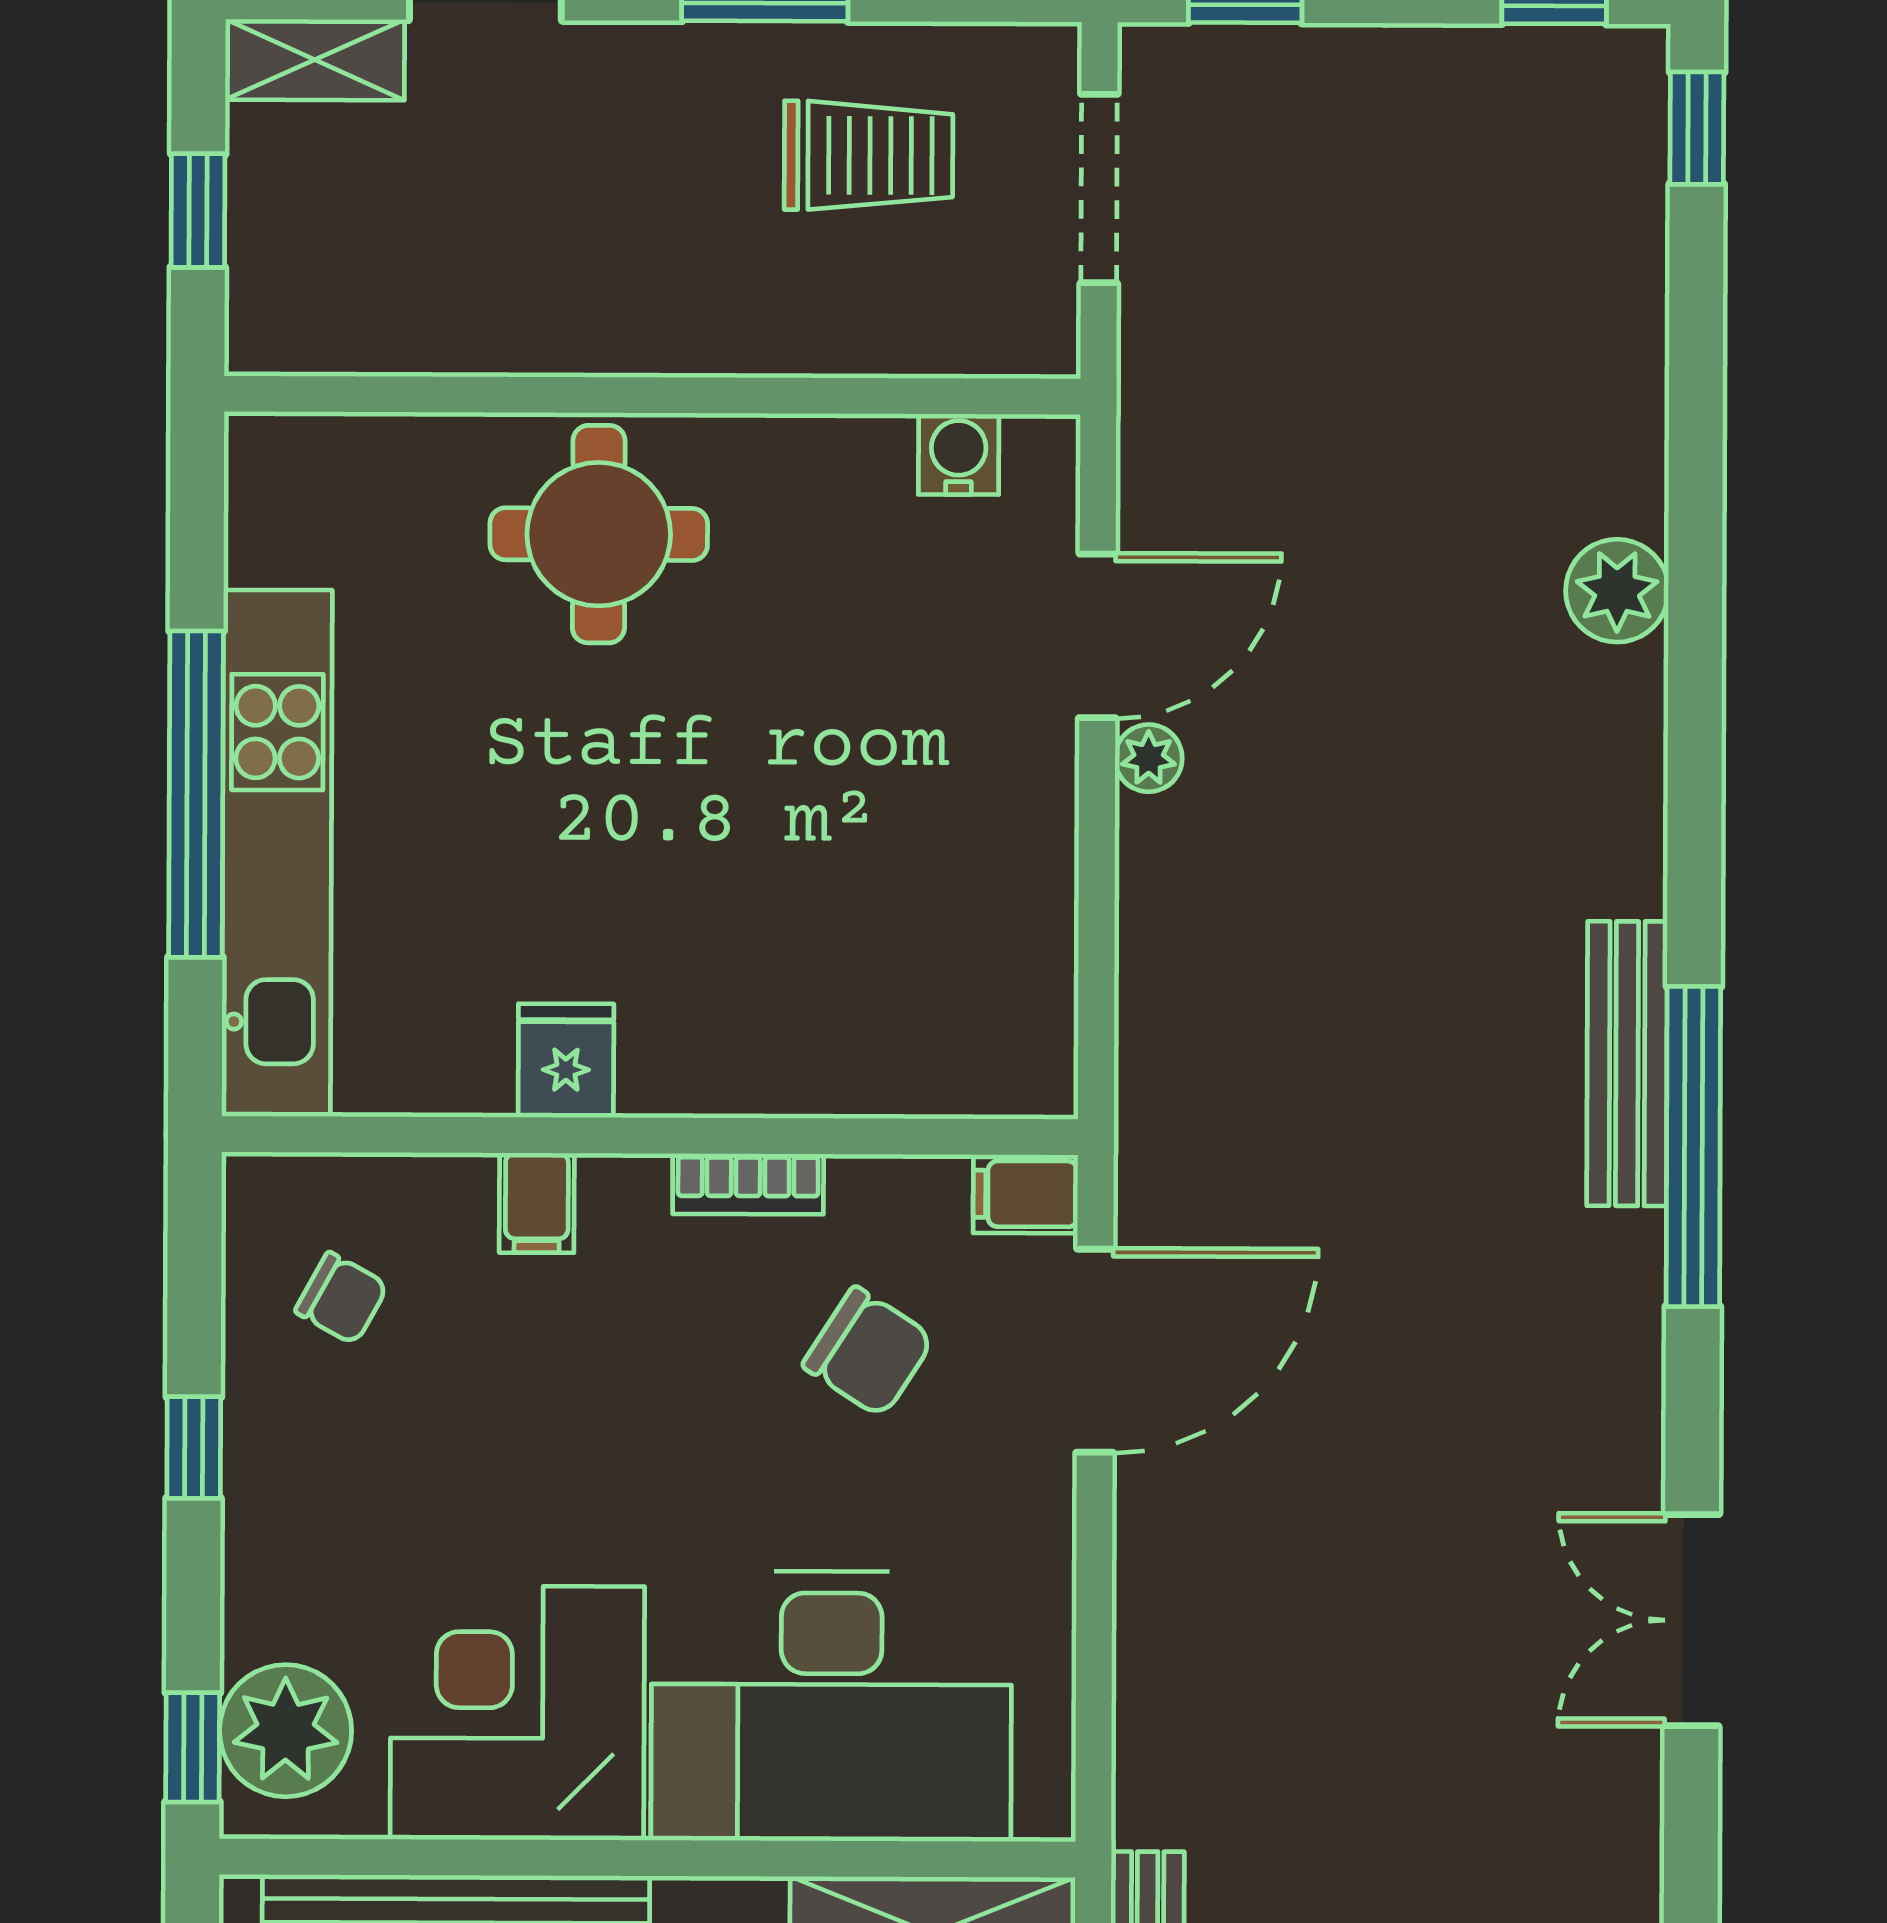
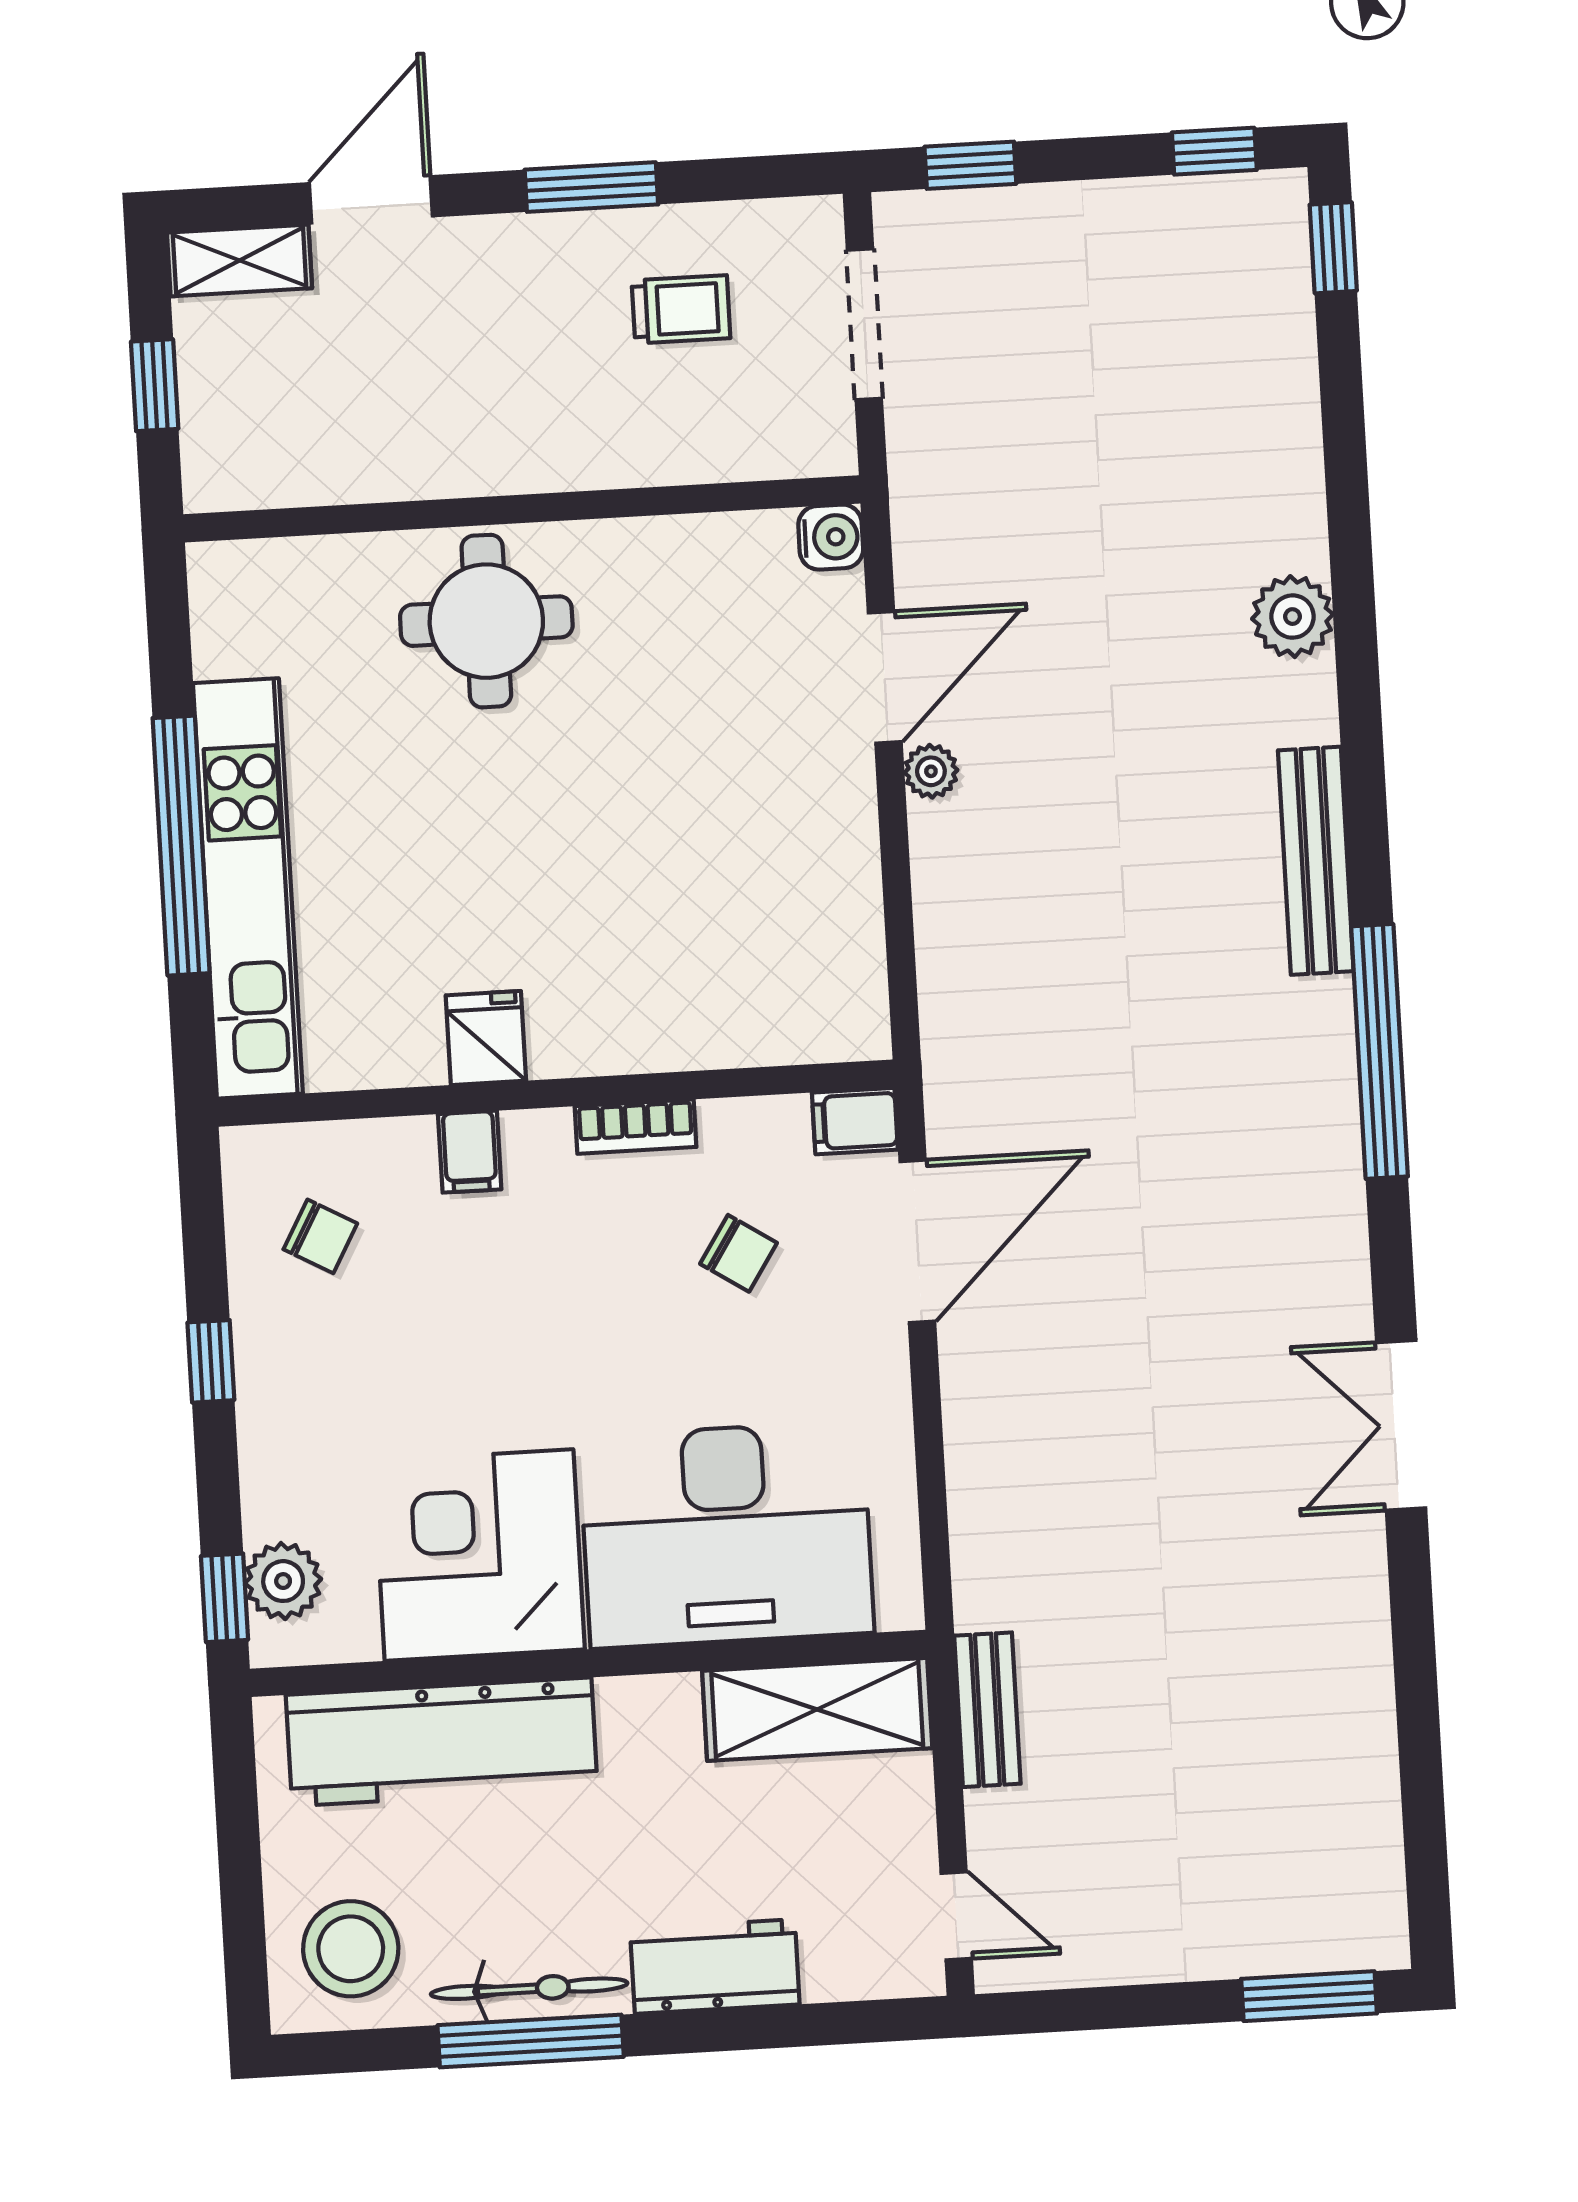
trolley: (869, 155) -> (681, 309), width x0.73, depth x0.72
water cooler: (959, 454) -> (831, 537), moved, turned 90
bench: (1627, 1064) -> (1316, 861), moved
chair: (868, 1352) -> (739, 1253), width x0.73, depth x0.73
plant: (286, 1731) -> (283, 1581), width x0.73, depth x0.73

